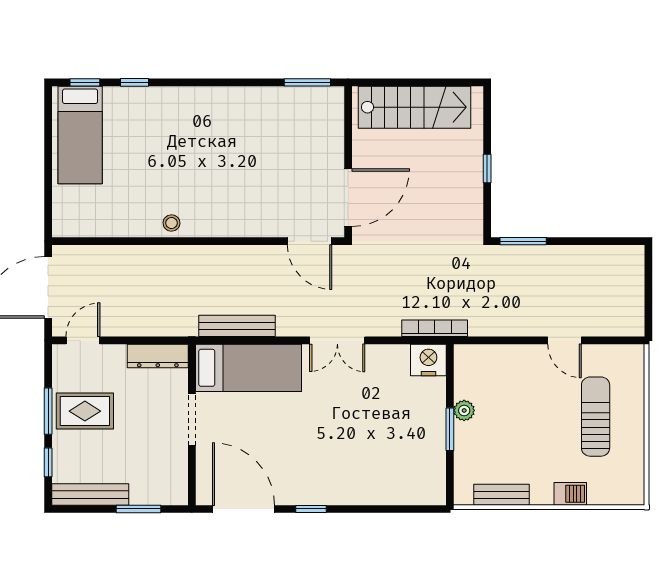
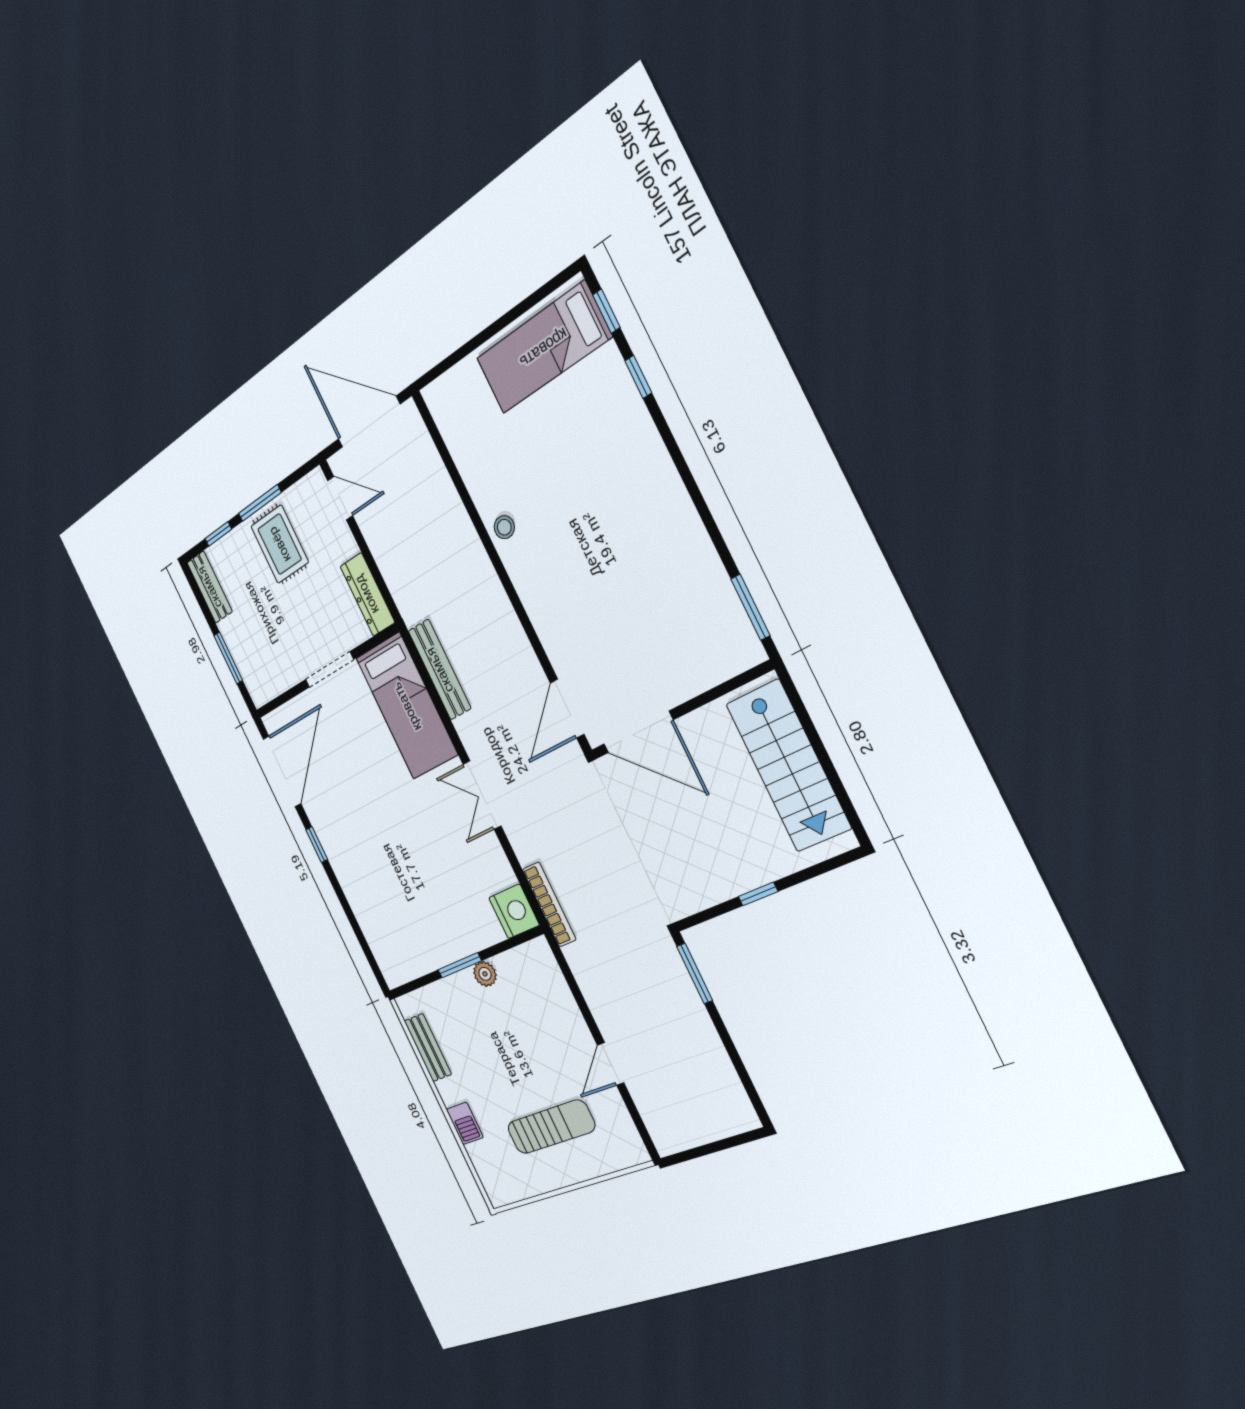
bench: (90, 494) -> (210, 587), width x0.73

